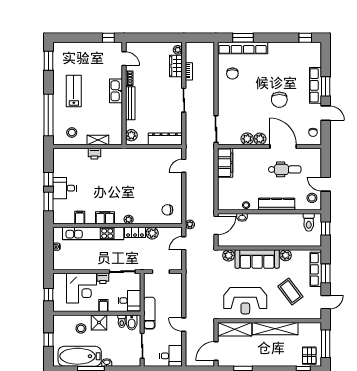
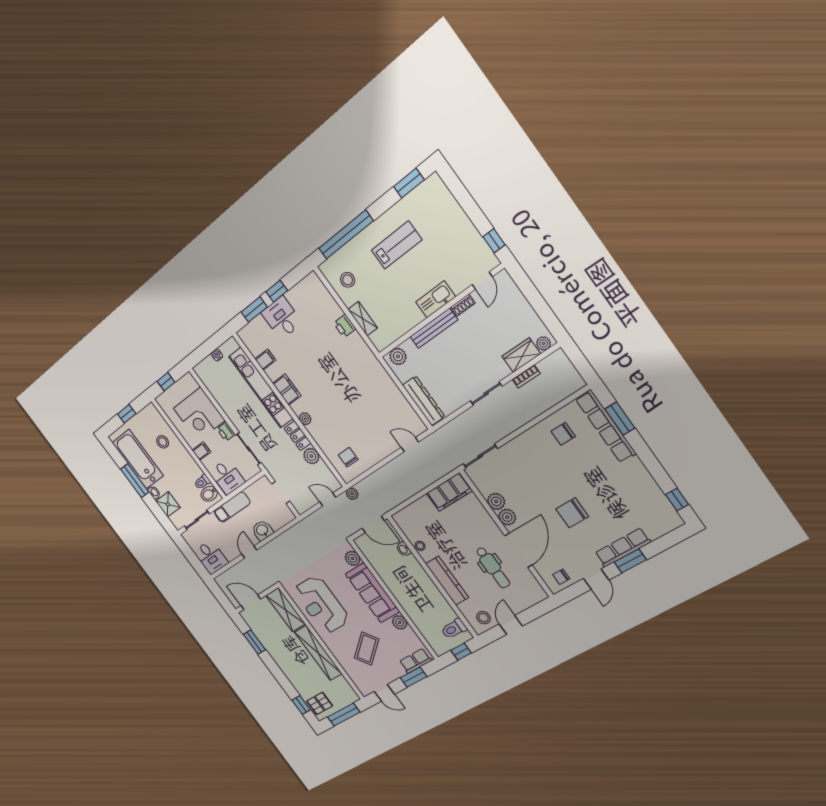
row of seats: (316, 269) -> (415, 661), width x0.68
washbasin: (176, 304) -> (262, 530), added
shower: (99, 322) -> (168, 504), moved

